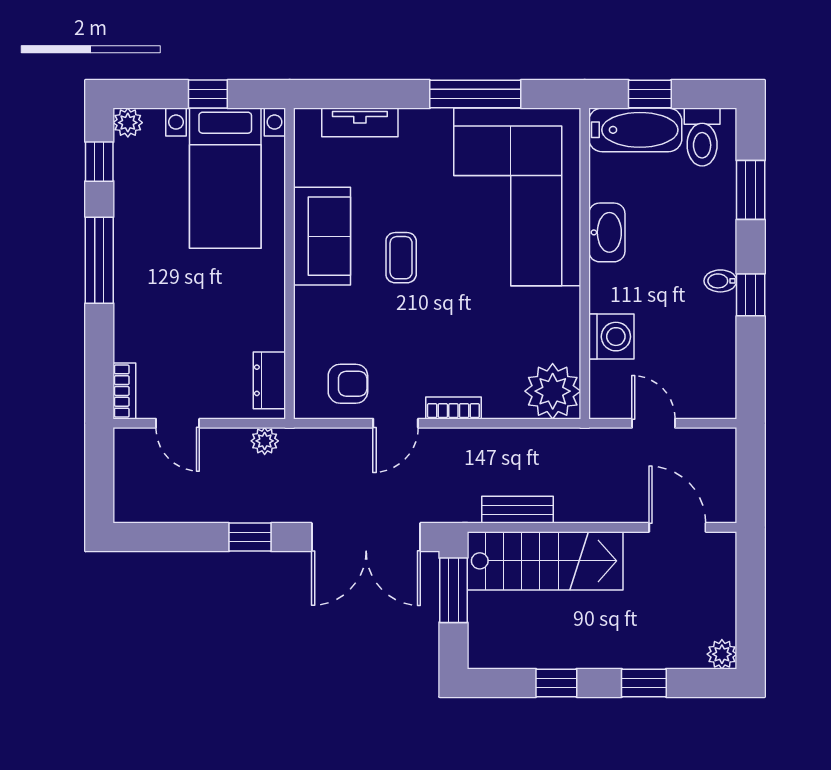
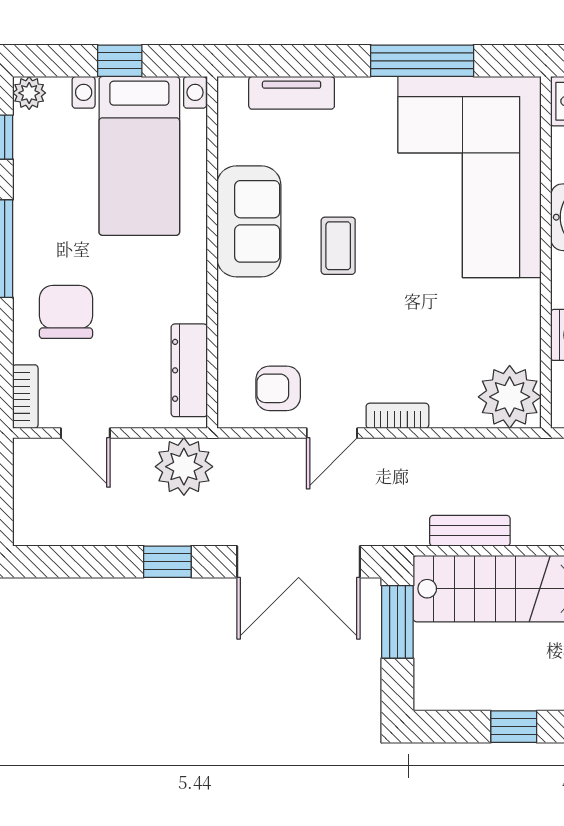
chair: (160, 316) -> (66, 312), added
dresser: (269, 380) -> (189, 370), width x1.44
armchair: (348, 384) -> (278, 388), turned 180
plant: (265, 441) -> (184, 467), width x1.88, depth x1.88

